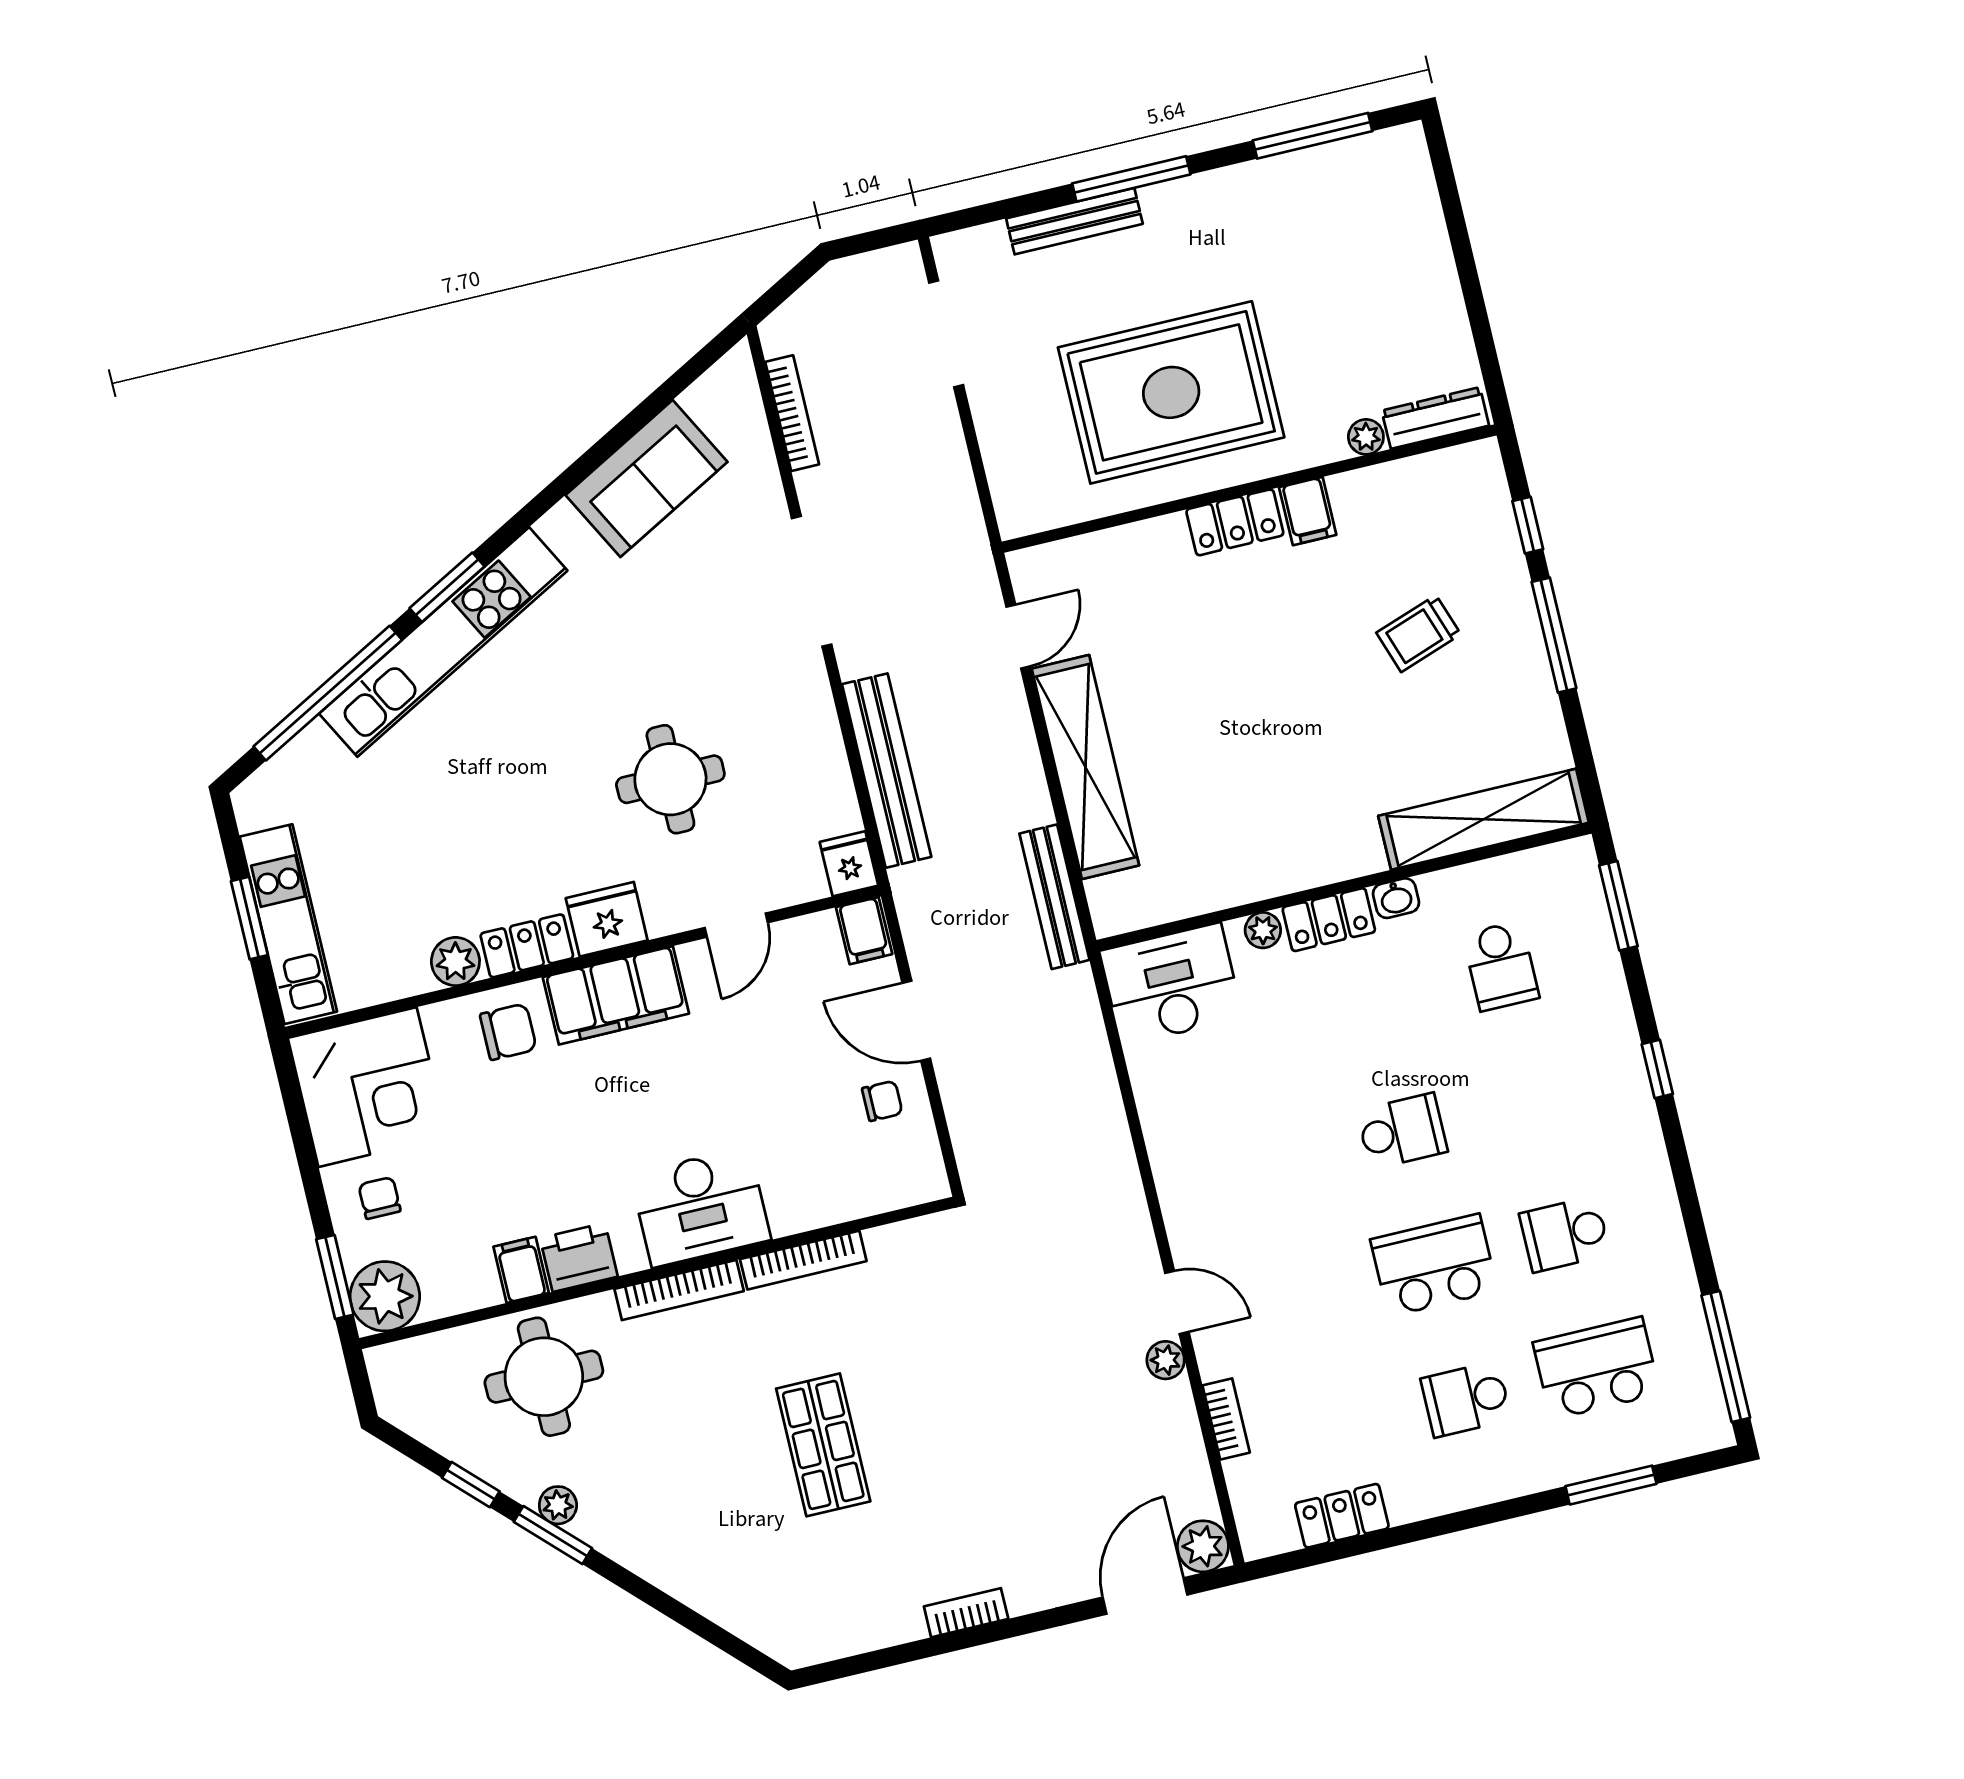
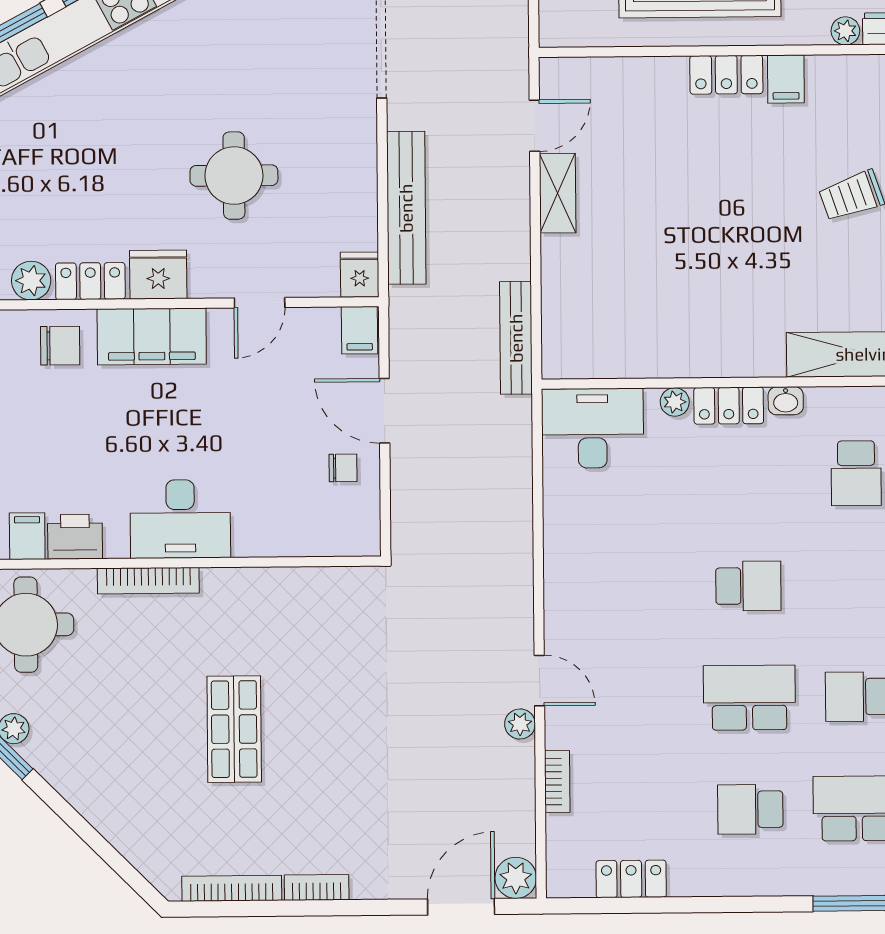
shelving: (1085, 767) -> (558, 193), width x0.45, depth x0.75
bookcase: (803, 1260) -> (232, 888), moved, turned 180

